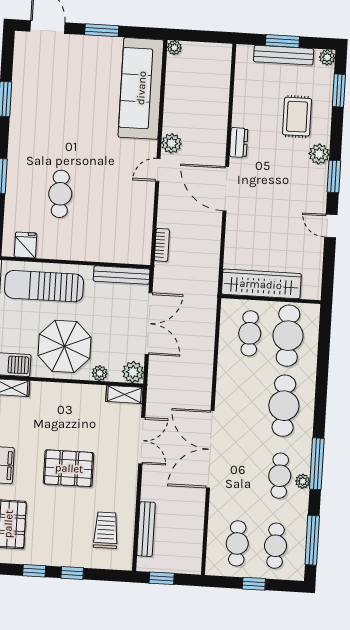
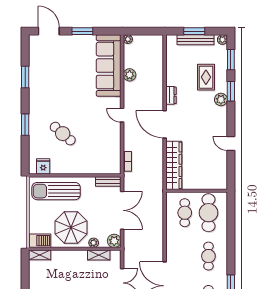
plant: (171, 143) -> (130, 75), moved
door: (158, 170) -> (122, 115), hinge flipped
window: (334, 176) -> (231, 91), moved
cafe table: (60, 194) -> (63, 134), turned -49
bench: (122, 275) -> (108, 181), width x0.73
wardrobe: (261, 284) -> (174, 165), moved, turned 90
shelving: (124, 394) -> (99, 255), moved
cafe table: (284, 406) -> (208, 256), width x0.73, depth x0.74

